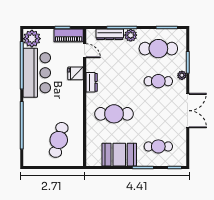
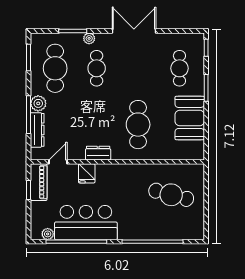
plant: (32, 39) -> (48, 234), width x0.53, depth x0.53

